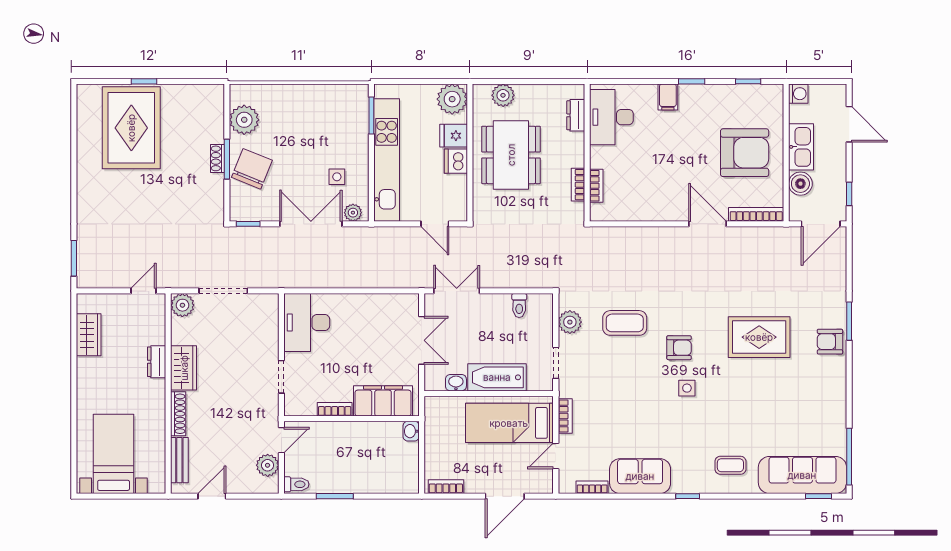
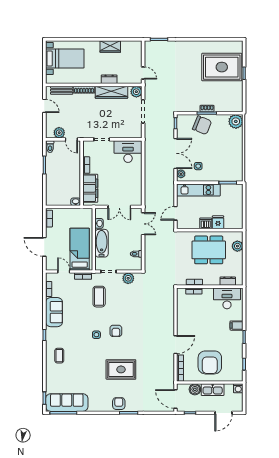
plant: (452, 99) -> (236, 222), removed
plant: (244, 120) -> (236, 121), moved
kitchen unit: (387, 160) -> (198, 190), width x0.73
coffee table: (625, 323) -> (99, 297), moved
wardrobe: (89, 335) -> (110, 47), moved
rug: (759, 337) -> (121, 369), turned 90
wardrobe: (184, 368) -> (111, 92), width x1.50
sofa: (802, 475) -> (67, 403), moved, turned -90

